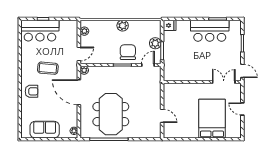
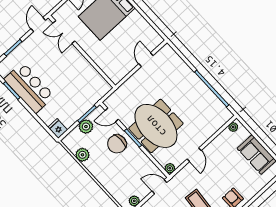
plant: (123, 26) -> (82, 155), moved
door: (79, 92) -> (194, 155), width x0.53
meeting table: (111, 114) -> (156, 126), moved, turned 90

